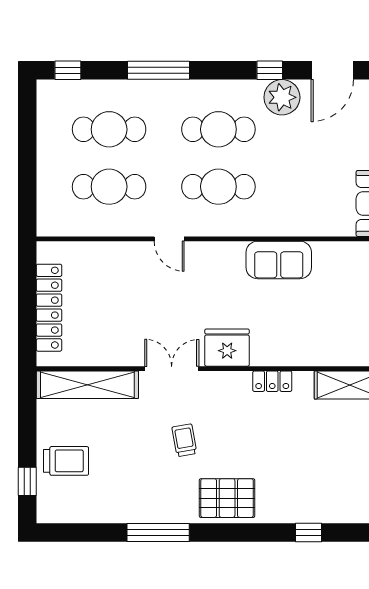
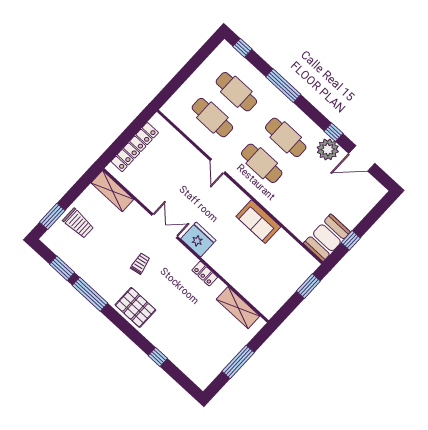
shelving: (87, 385) -> (112, 191), width x0.68
window: (27, 481) -> (52, 216), width x1.50
window: (96, 533) -> (62, 268), added

